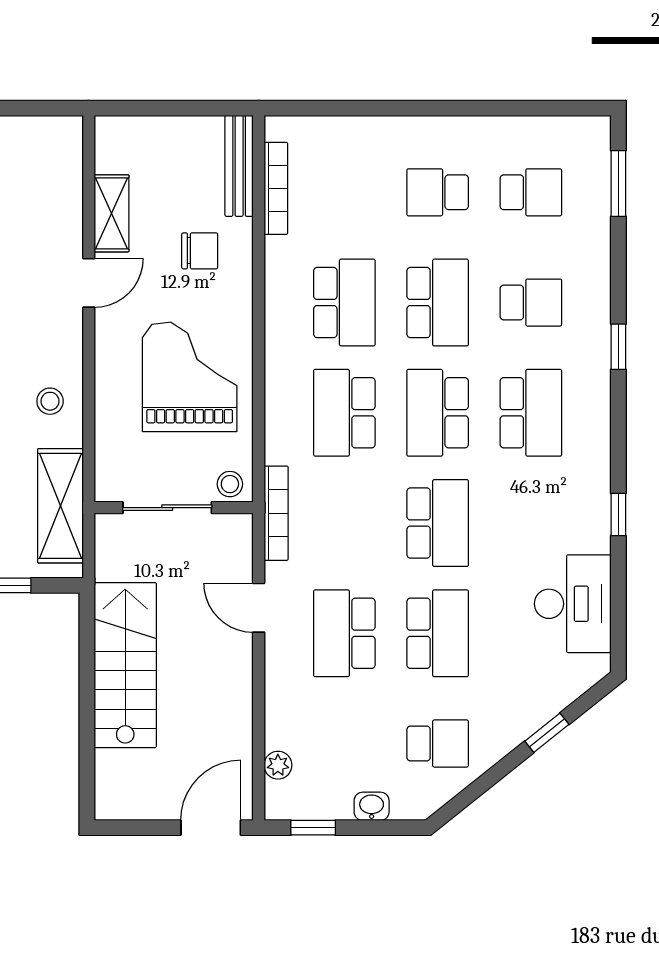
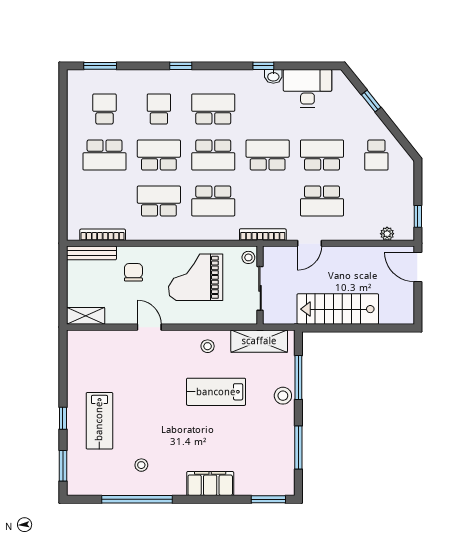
school desk: (438, 192) -> (105, 155), width x1.85
shelving: (111, 213) -> (86, 316), moved
school desk: (438, 743) -> (376, 155), turned 180
washbasin: (372, 806) -> (273, 76), moved, turned -90

